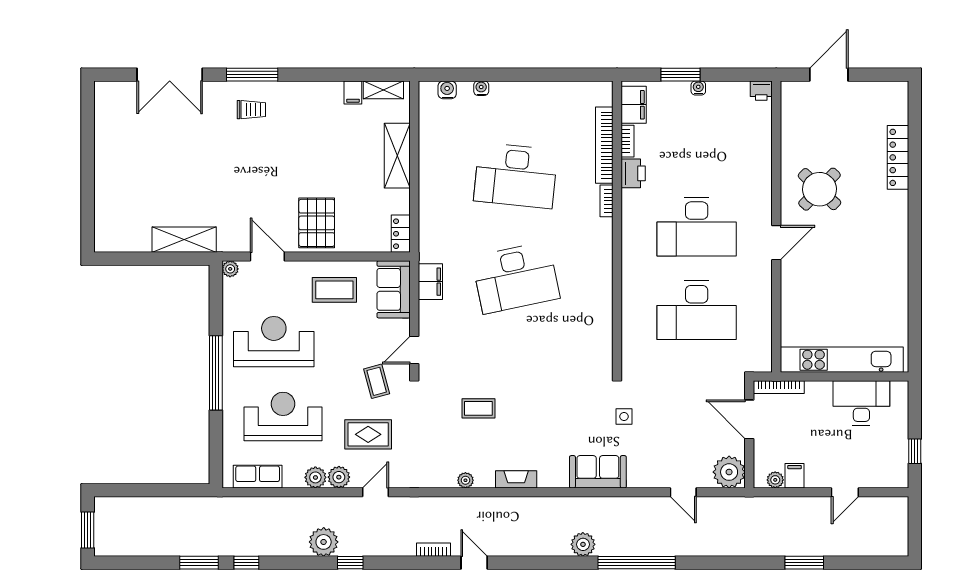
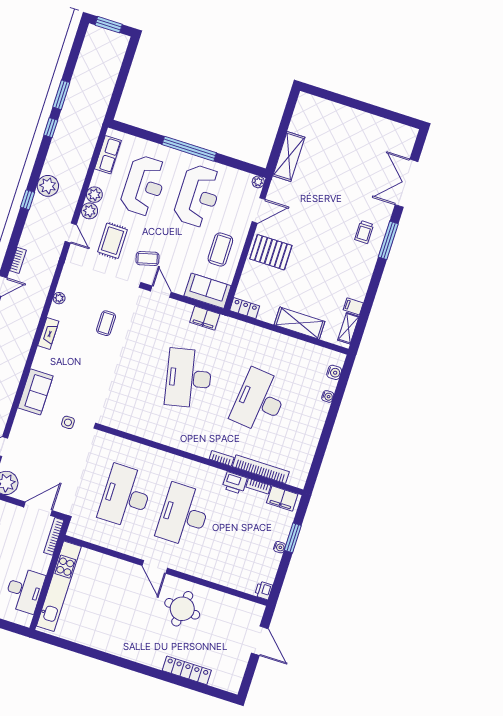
round table: (820, 189) -> (182, 609), turned -37

